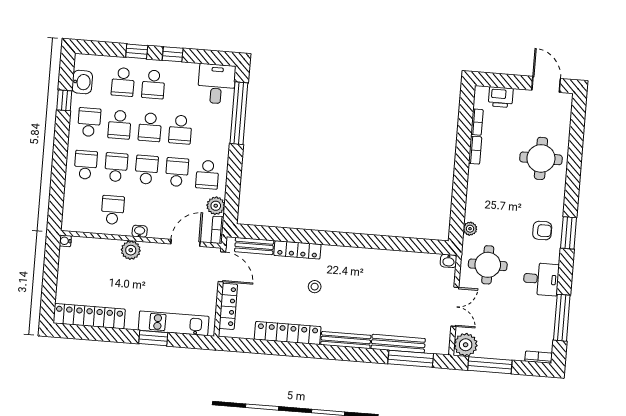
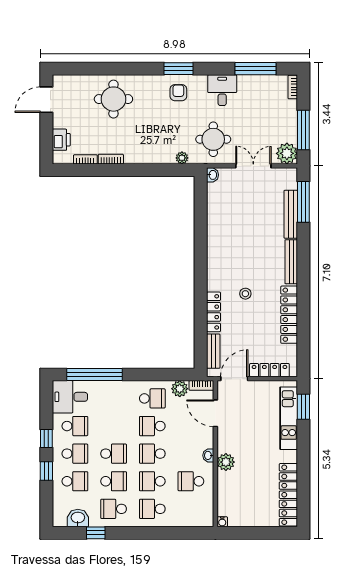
school desk: (180, 130) -> (75, 426), moved
window: (153, 338) -> (303, 407), moved

